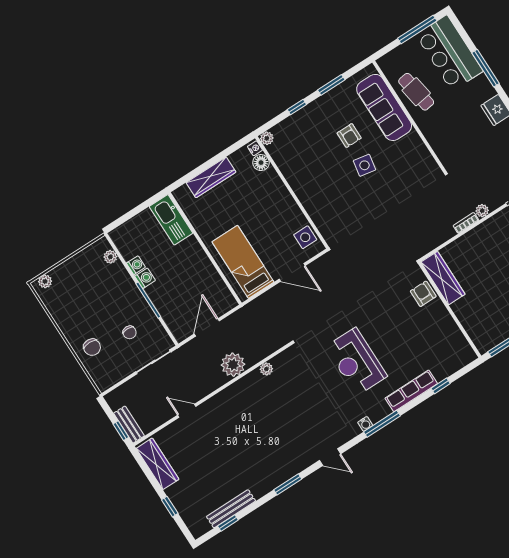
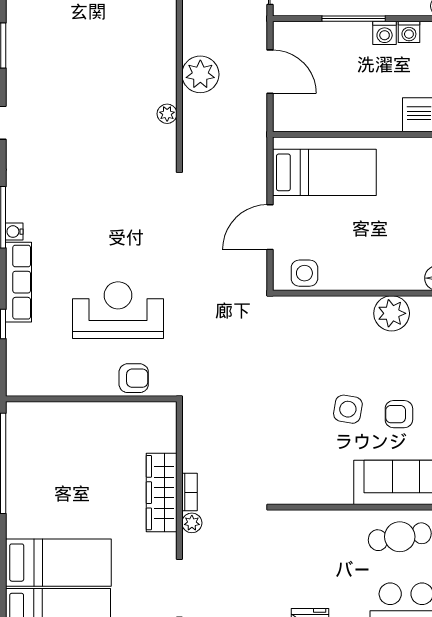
plant: (296, 175) -> (392, 313), added
wardrobe: (443, 278) -> (162, 493), moved, turned 90
reception desk: (356, 361) -> (118, 310), moved
water cooler: (365, 424) -> (14, 232), moved

